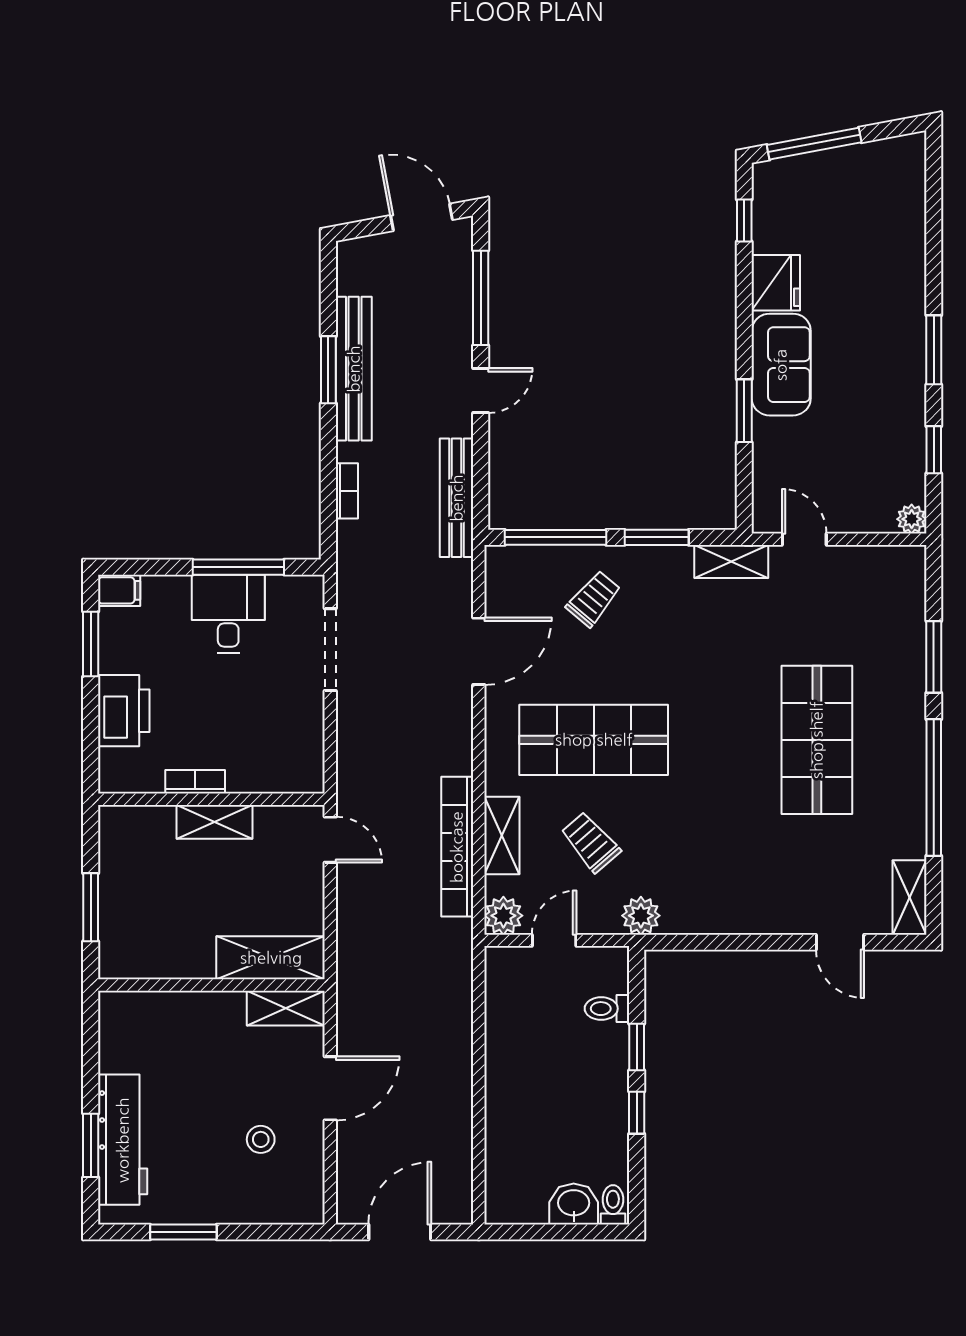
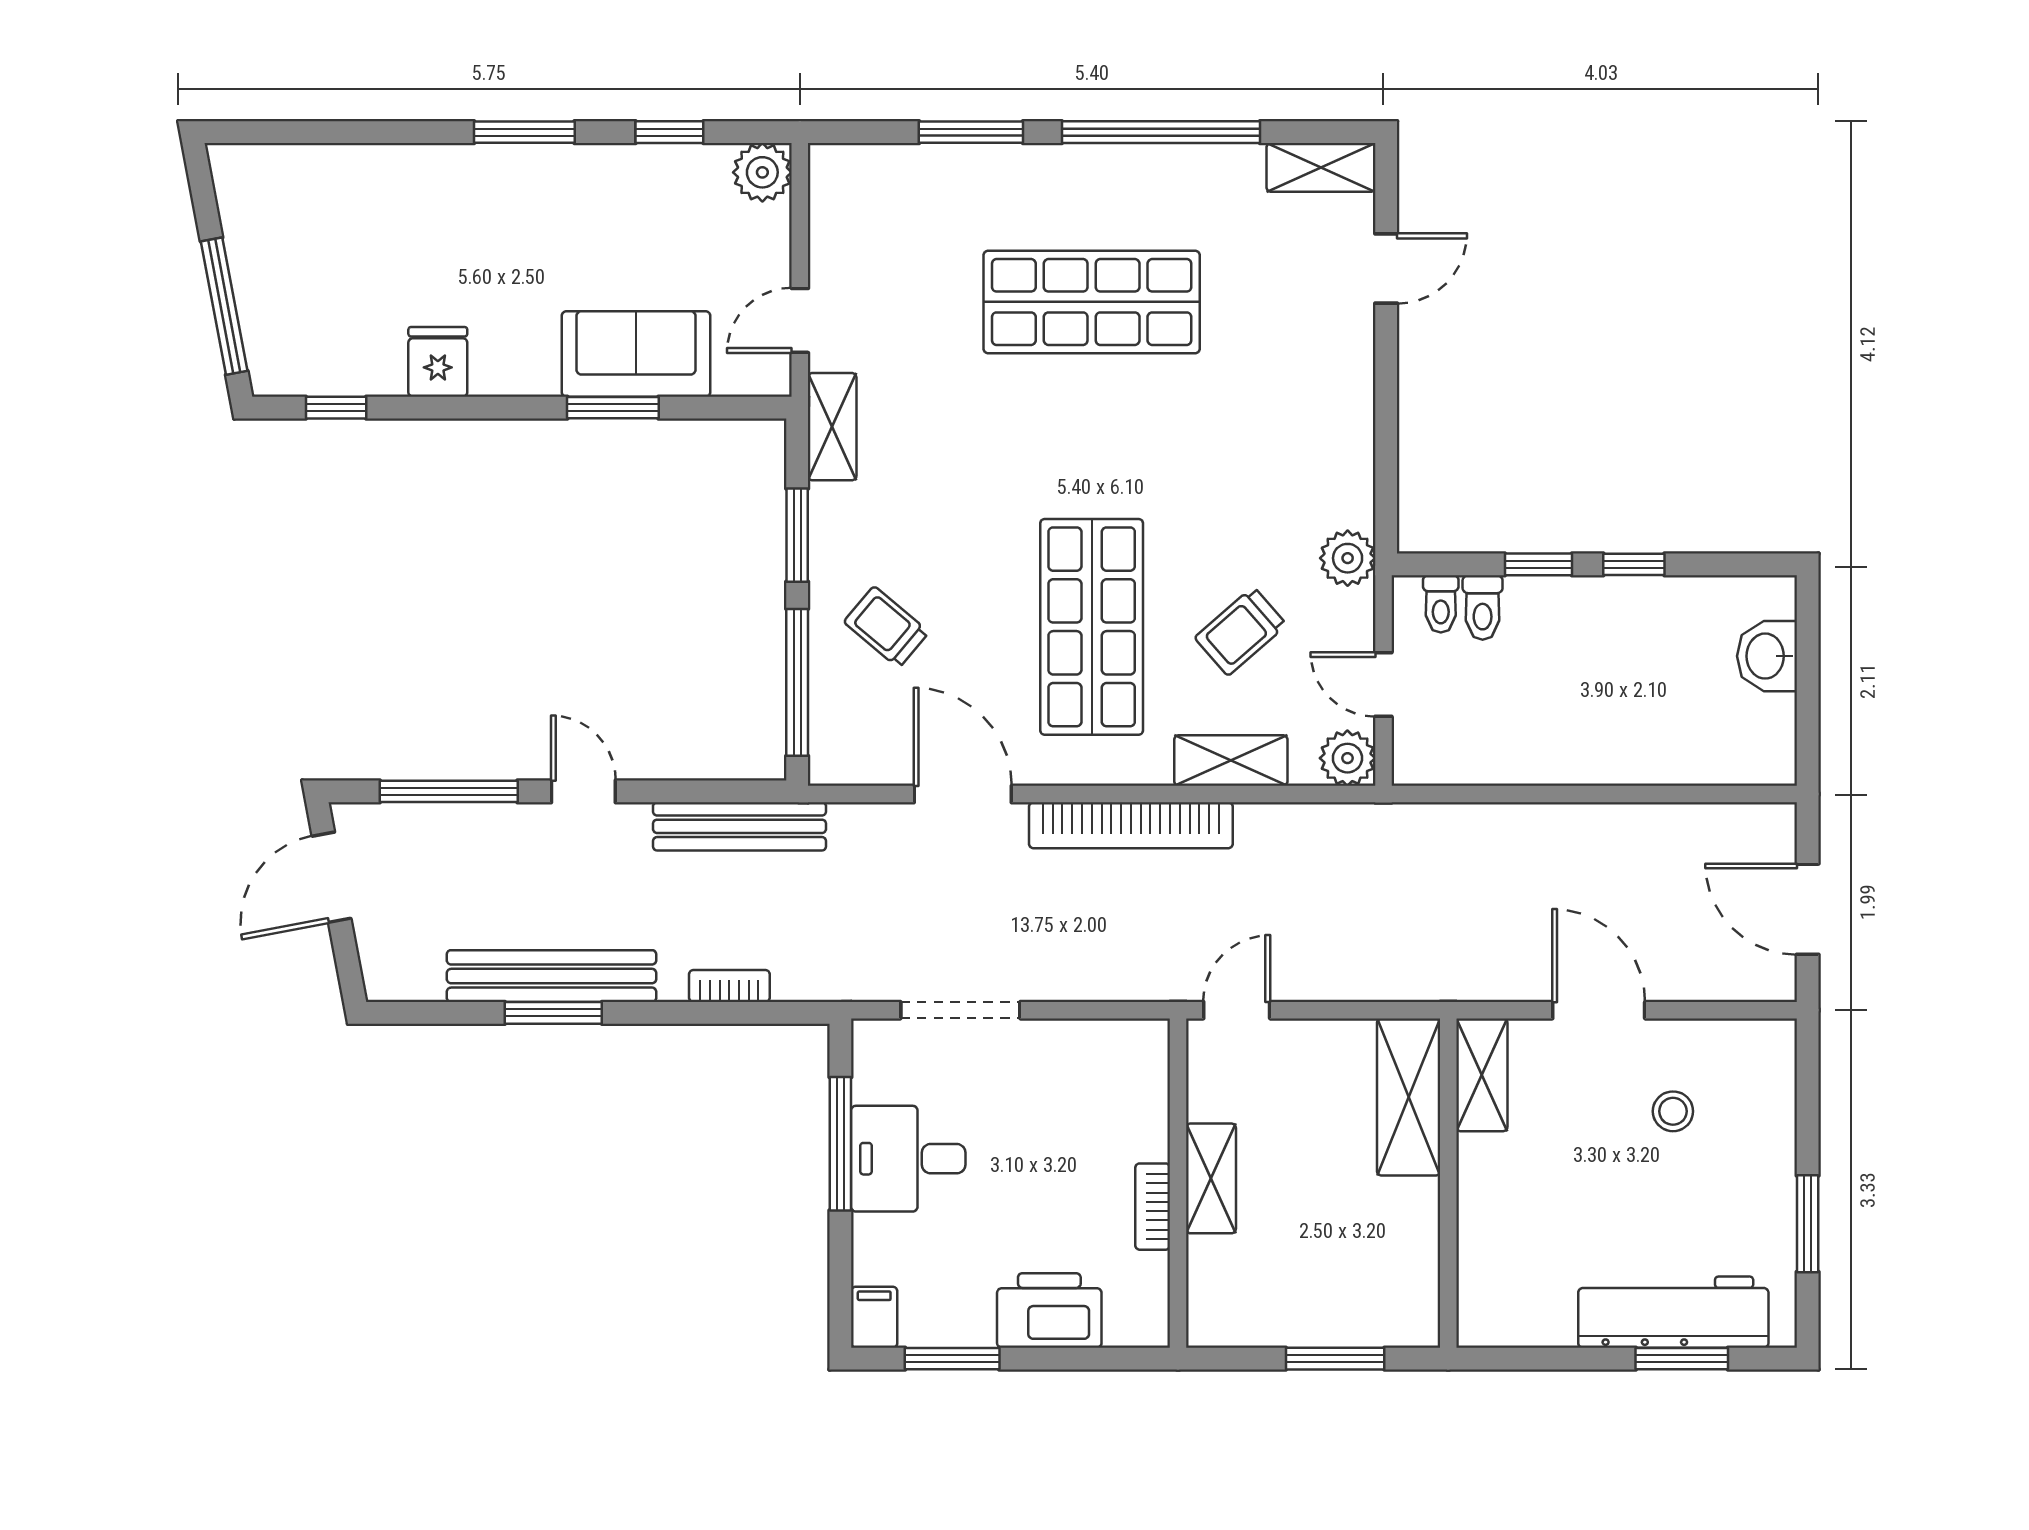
fridge: (776, 283) -> (438, 362), width x0.72
sofa: (781, 365) -> (636, 354), moved
plant: (912, 519) -> (762, 172), width x1.38, depth x1.38
bookcase: (457, 847) -> (1131, 825), moved
toilet: (613, 1205) -> (1441, 604), moved, turned -90

